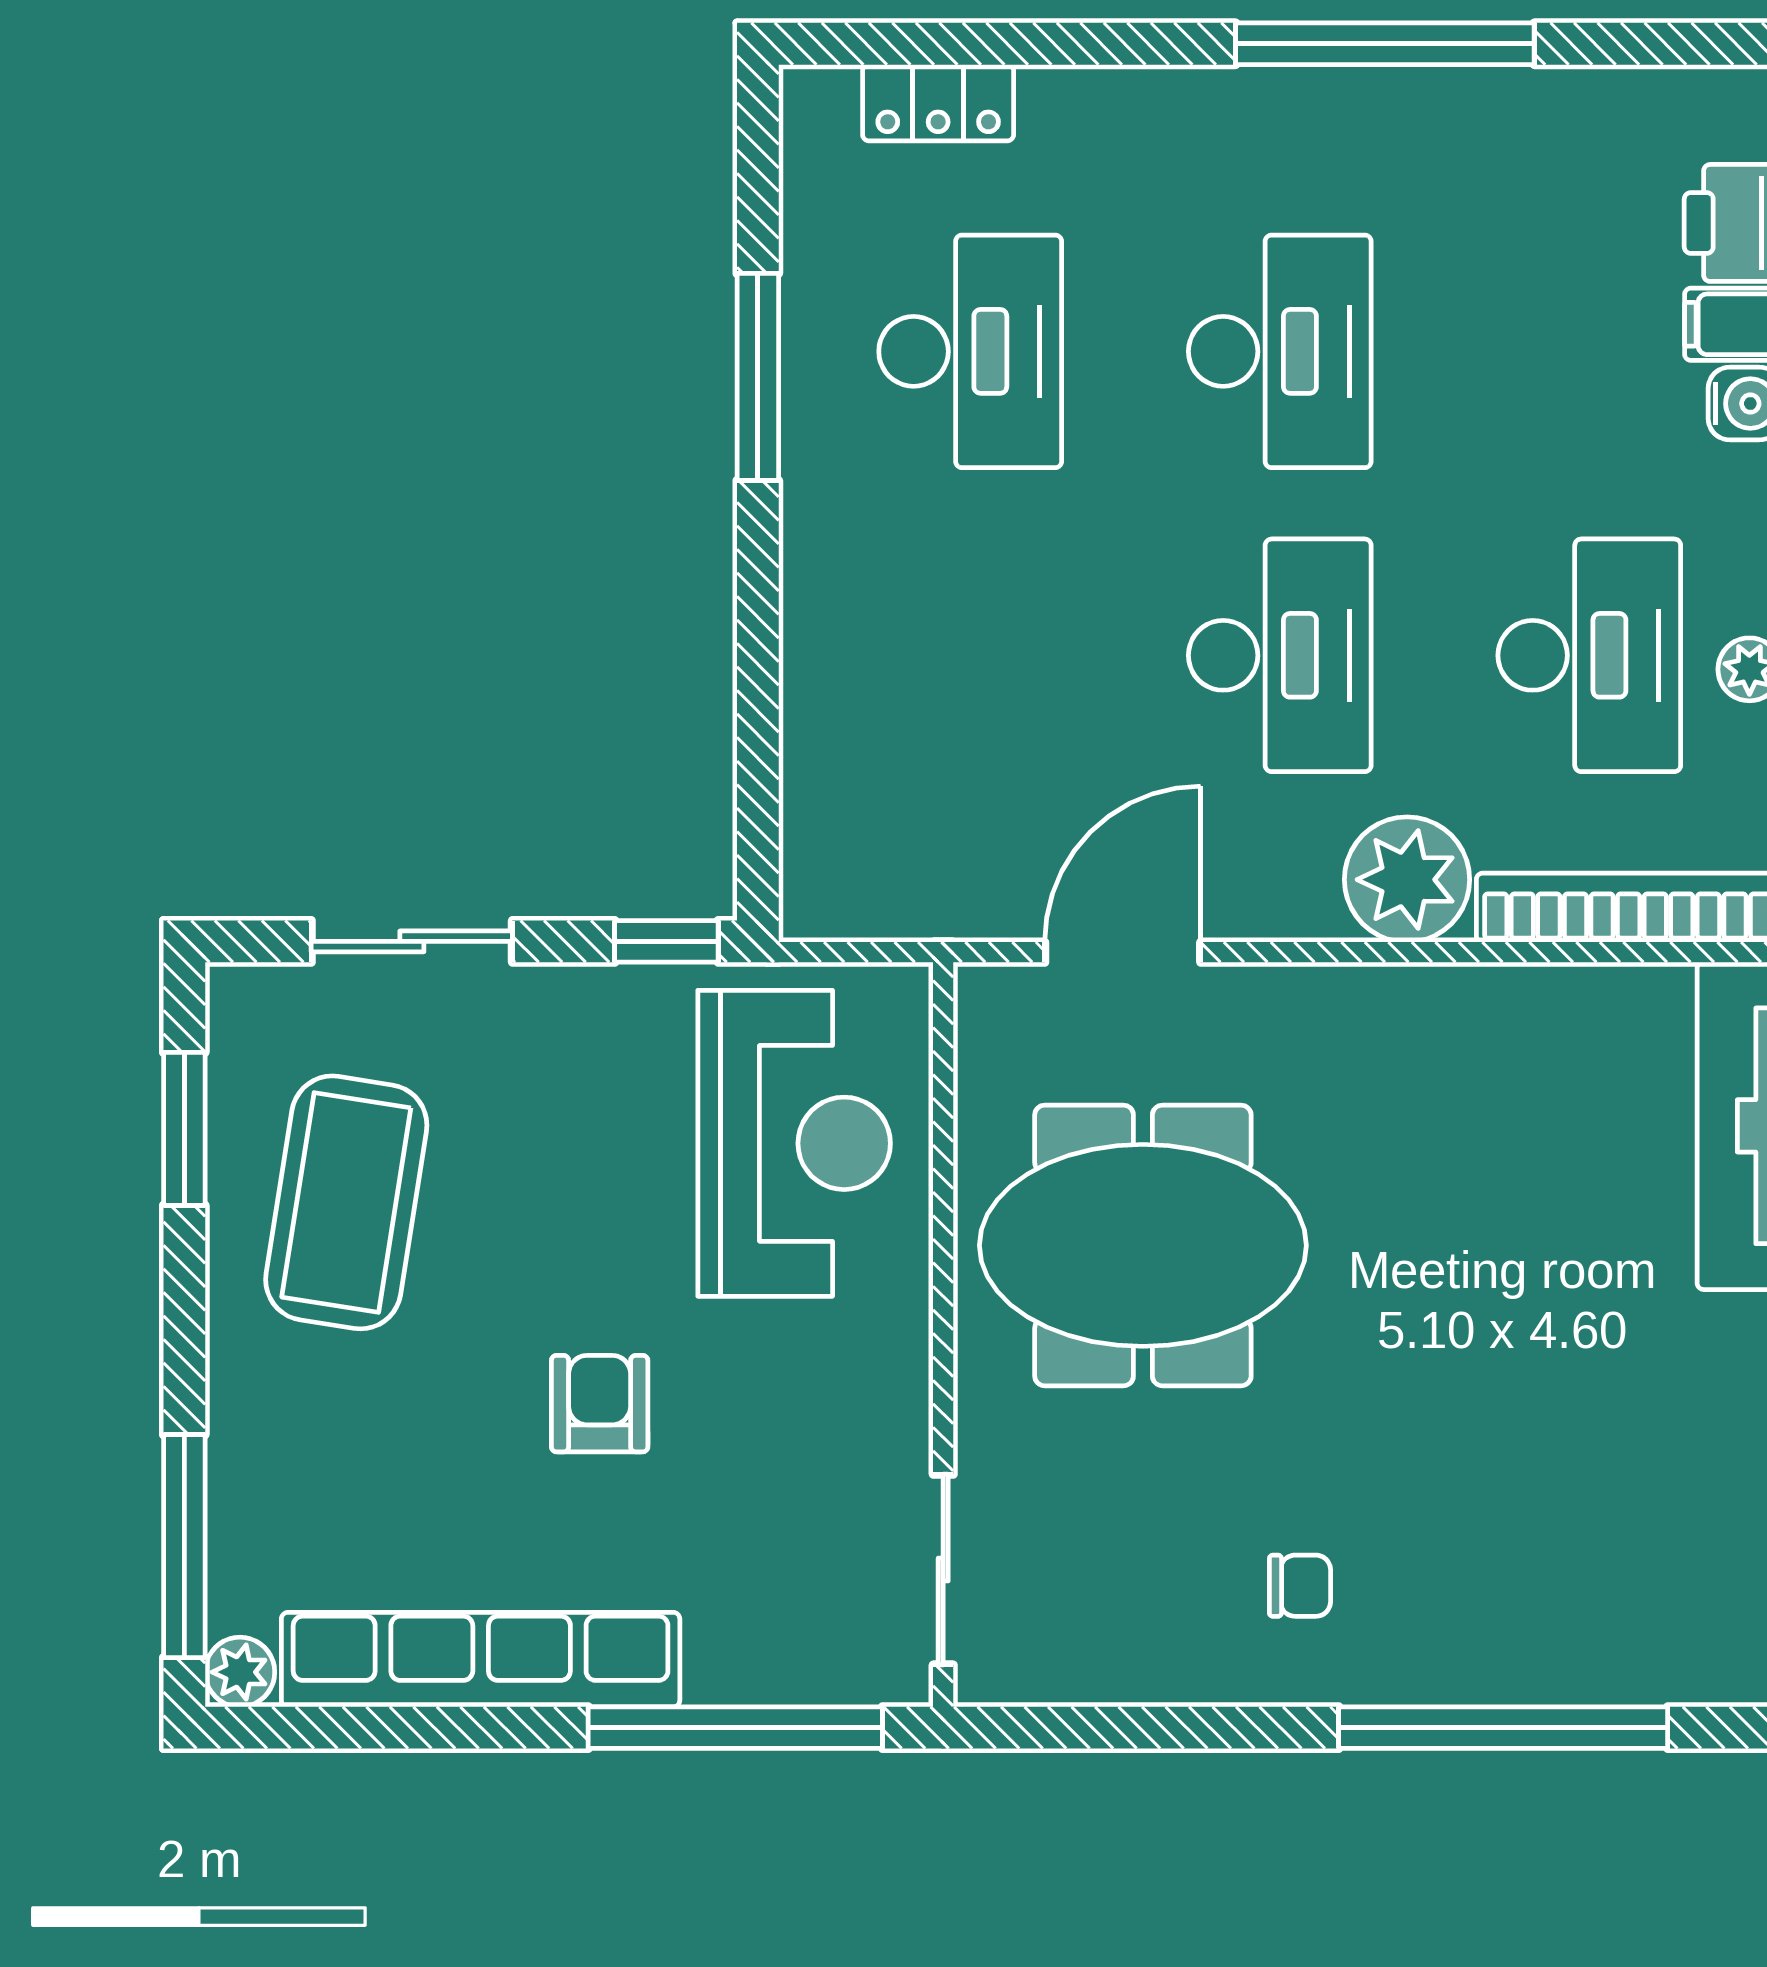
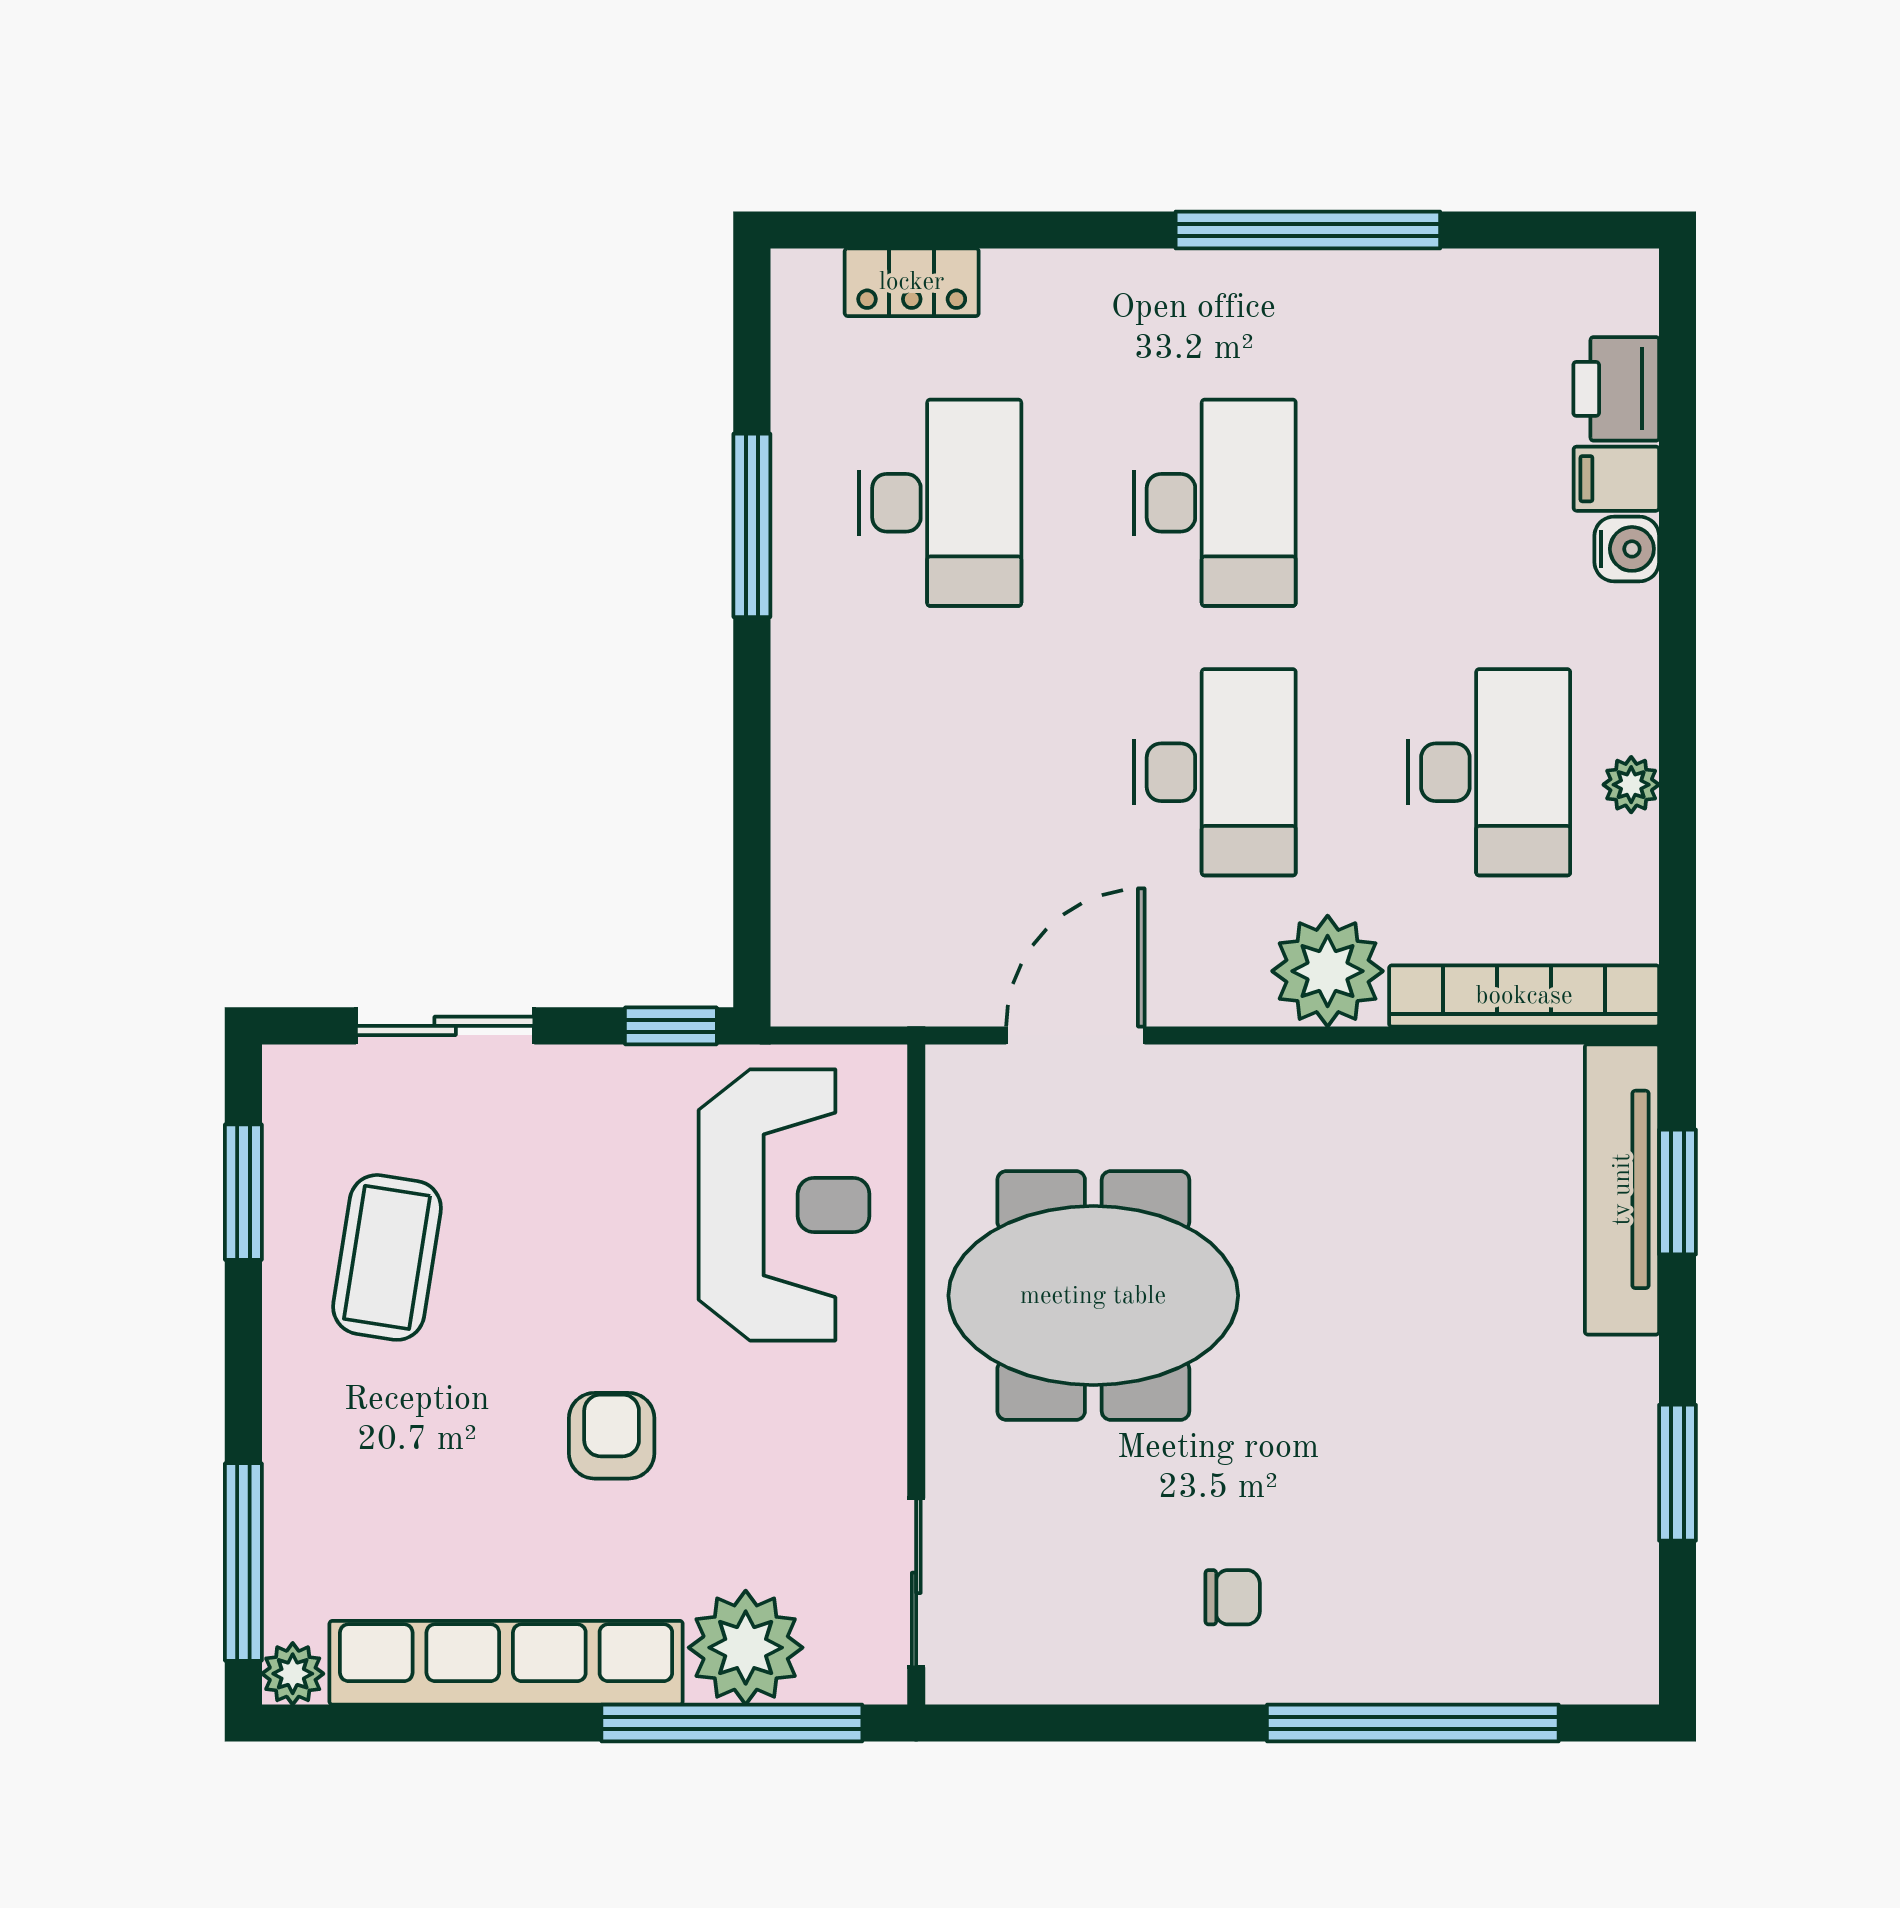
coffee table: (346, 1202) -> (387, 1257), width x0.73, depth x0.76
plant: (751, 1642) -> (746, 1648), added

